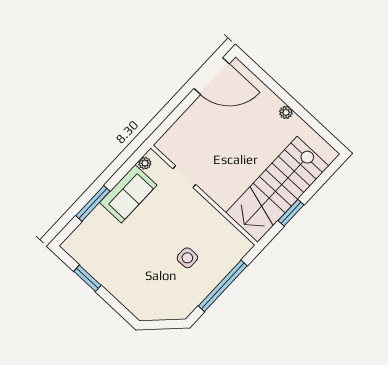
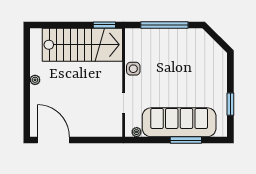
sofa: (128, 194) -> (179, 122), width x1.85, depth x1.27
window: (291, 213) -> (104, 25), moved
side table: (187, 258) -> (133, 69), moved

